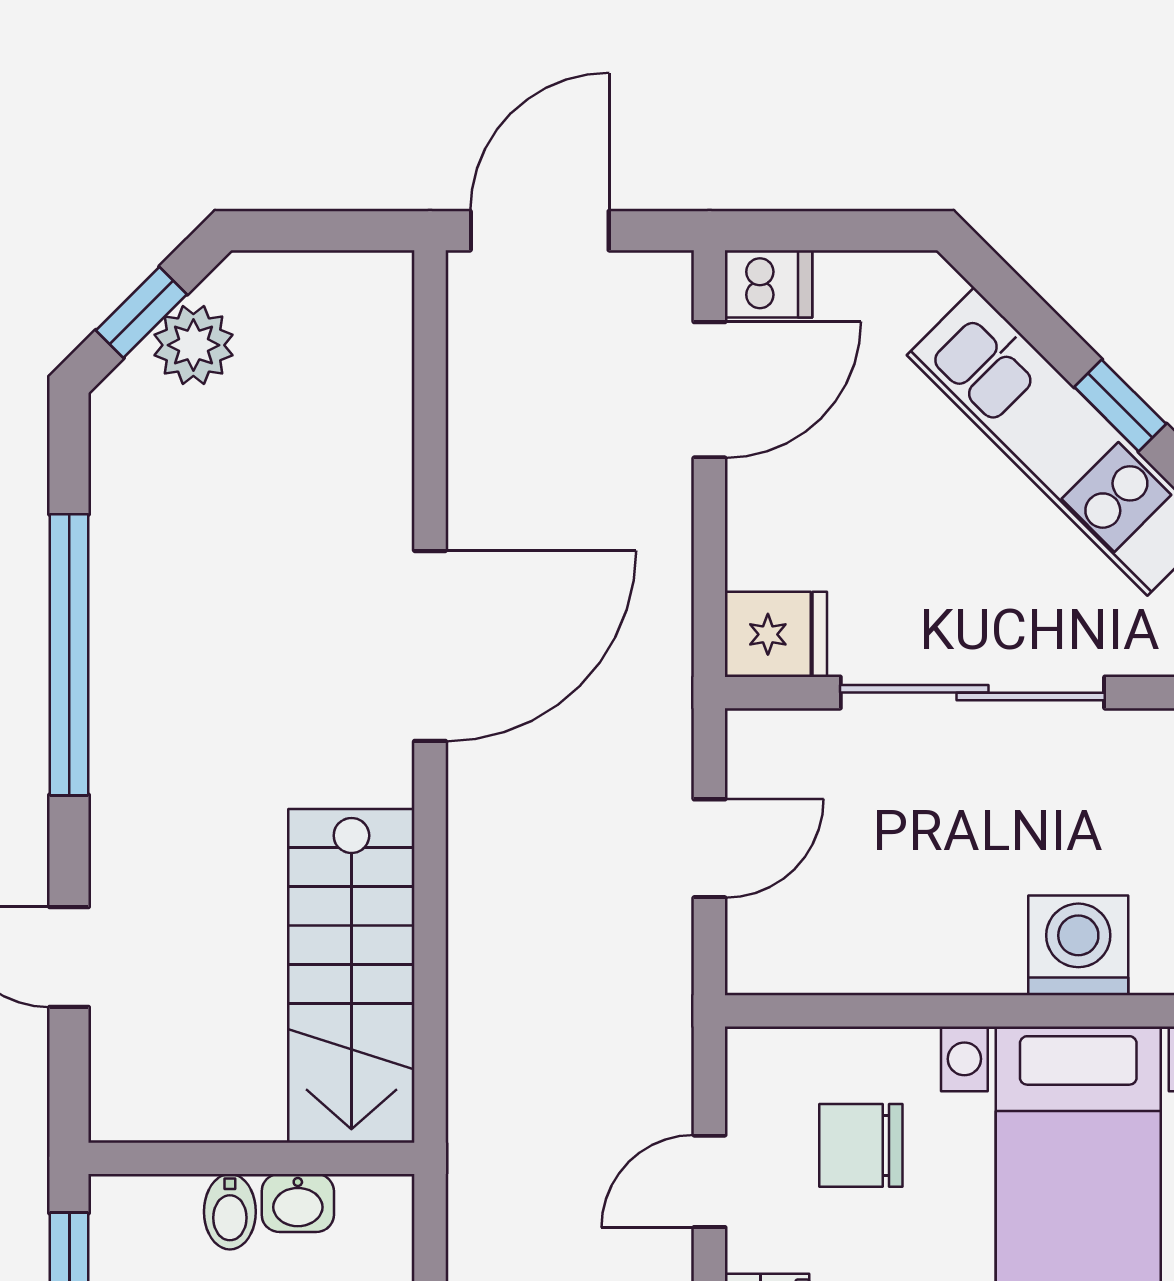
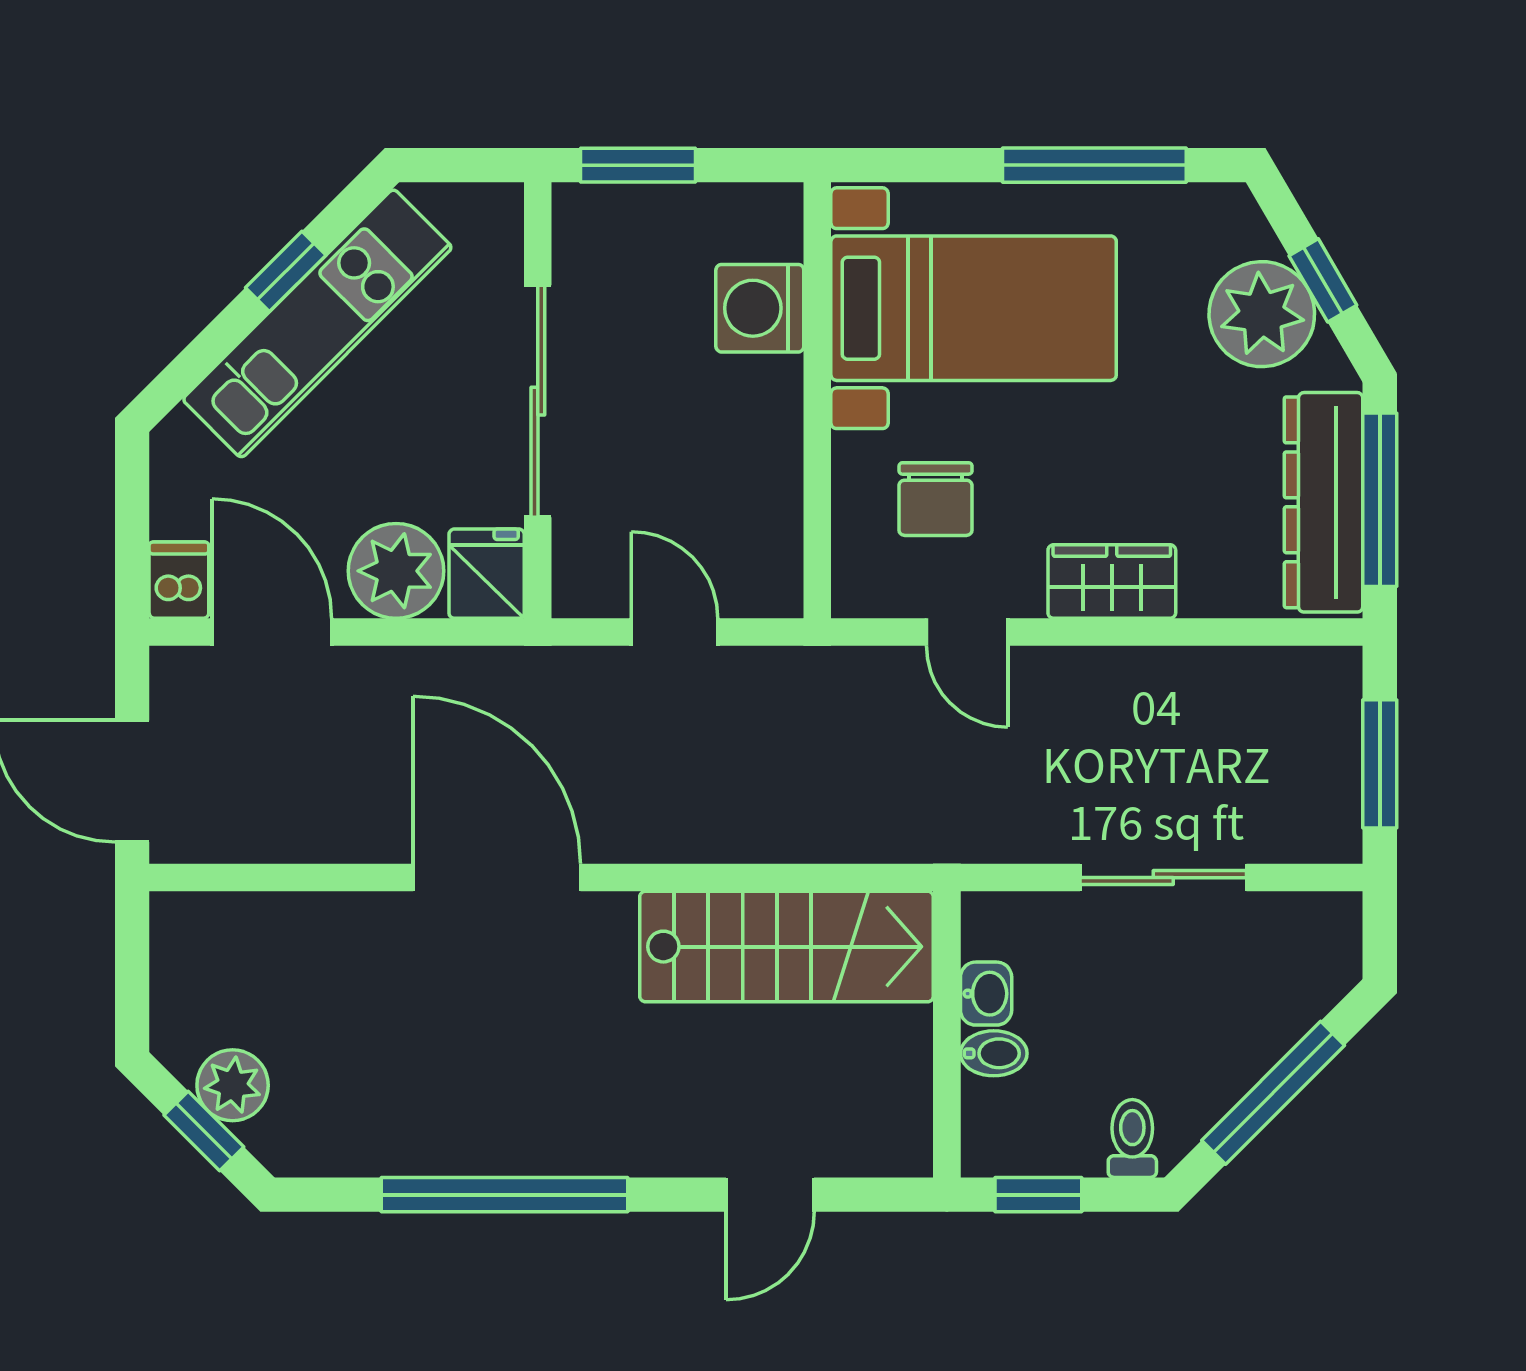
plant: (779, 531) -> (396, 571), added

